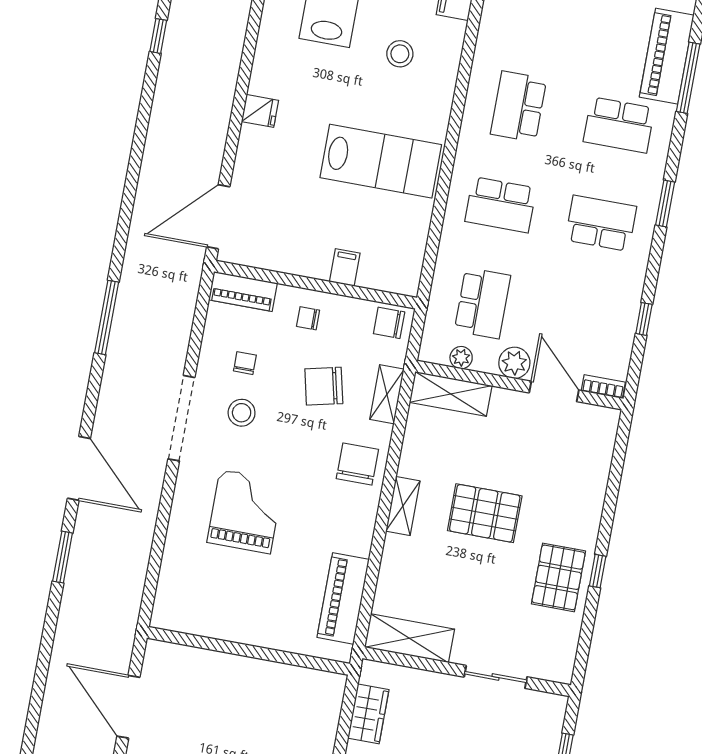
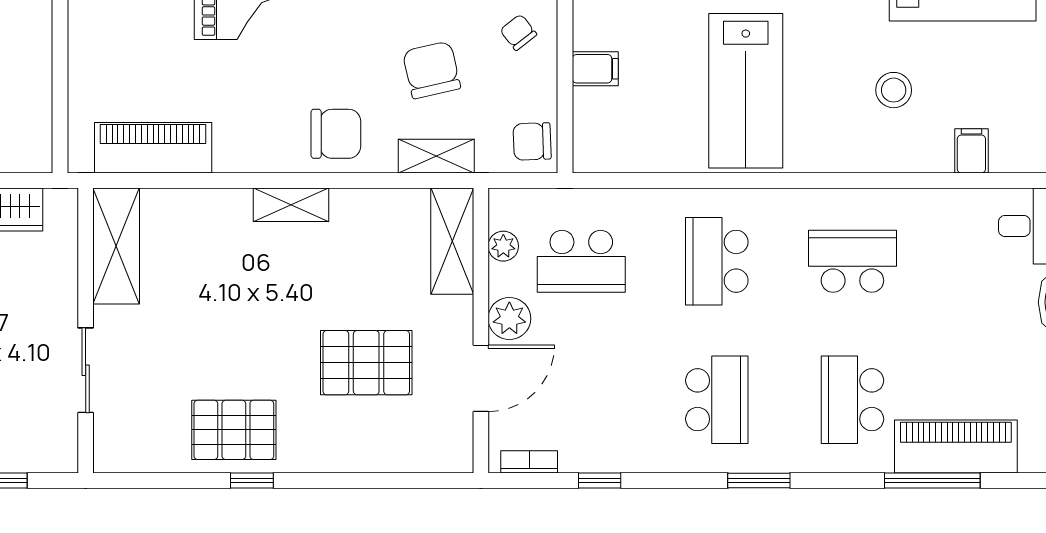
chair: (308, 318) -> (518, 32), turned -38
chair: (389, 323) -> (532, 141), turned -92
bookcase: (603, 387) -> (529, 462), moved, turned -90
pallet: (485, 513) -> (366, 363), moved, turned 90

